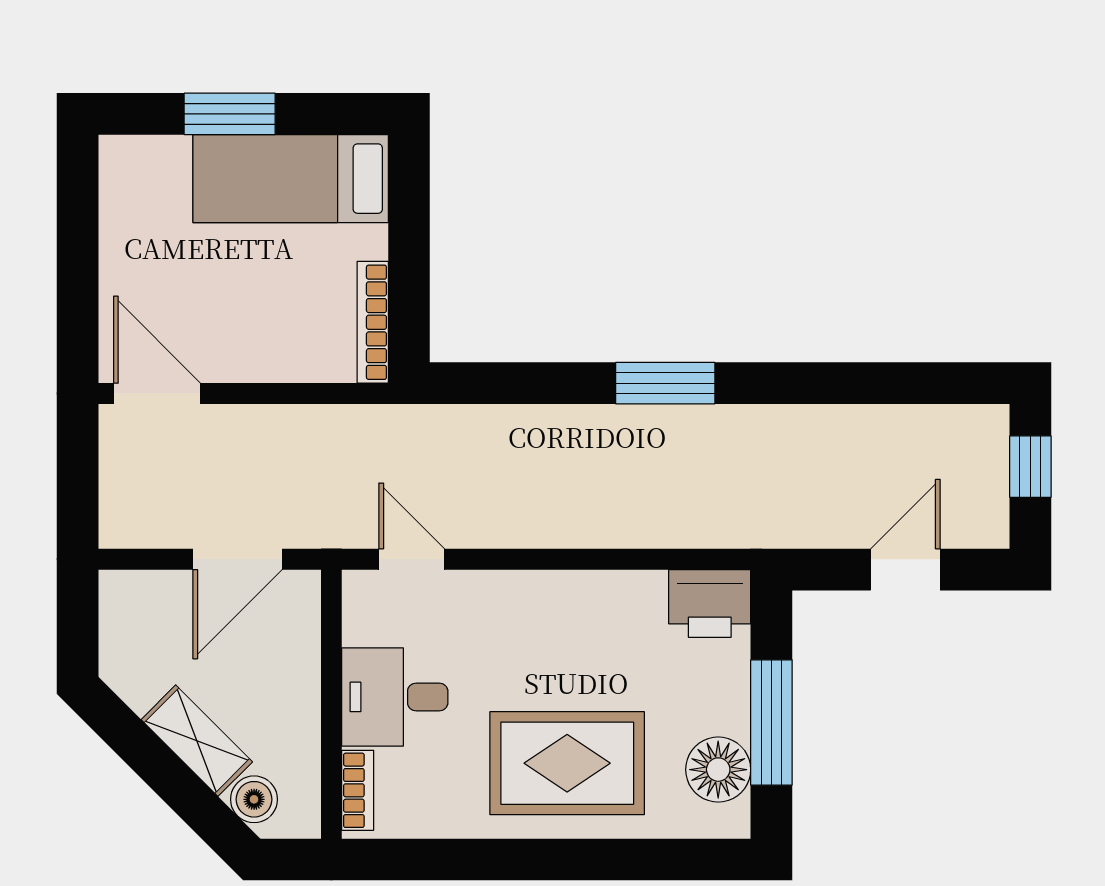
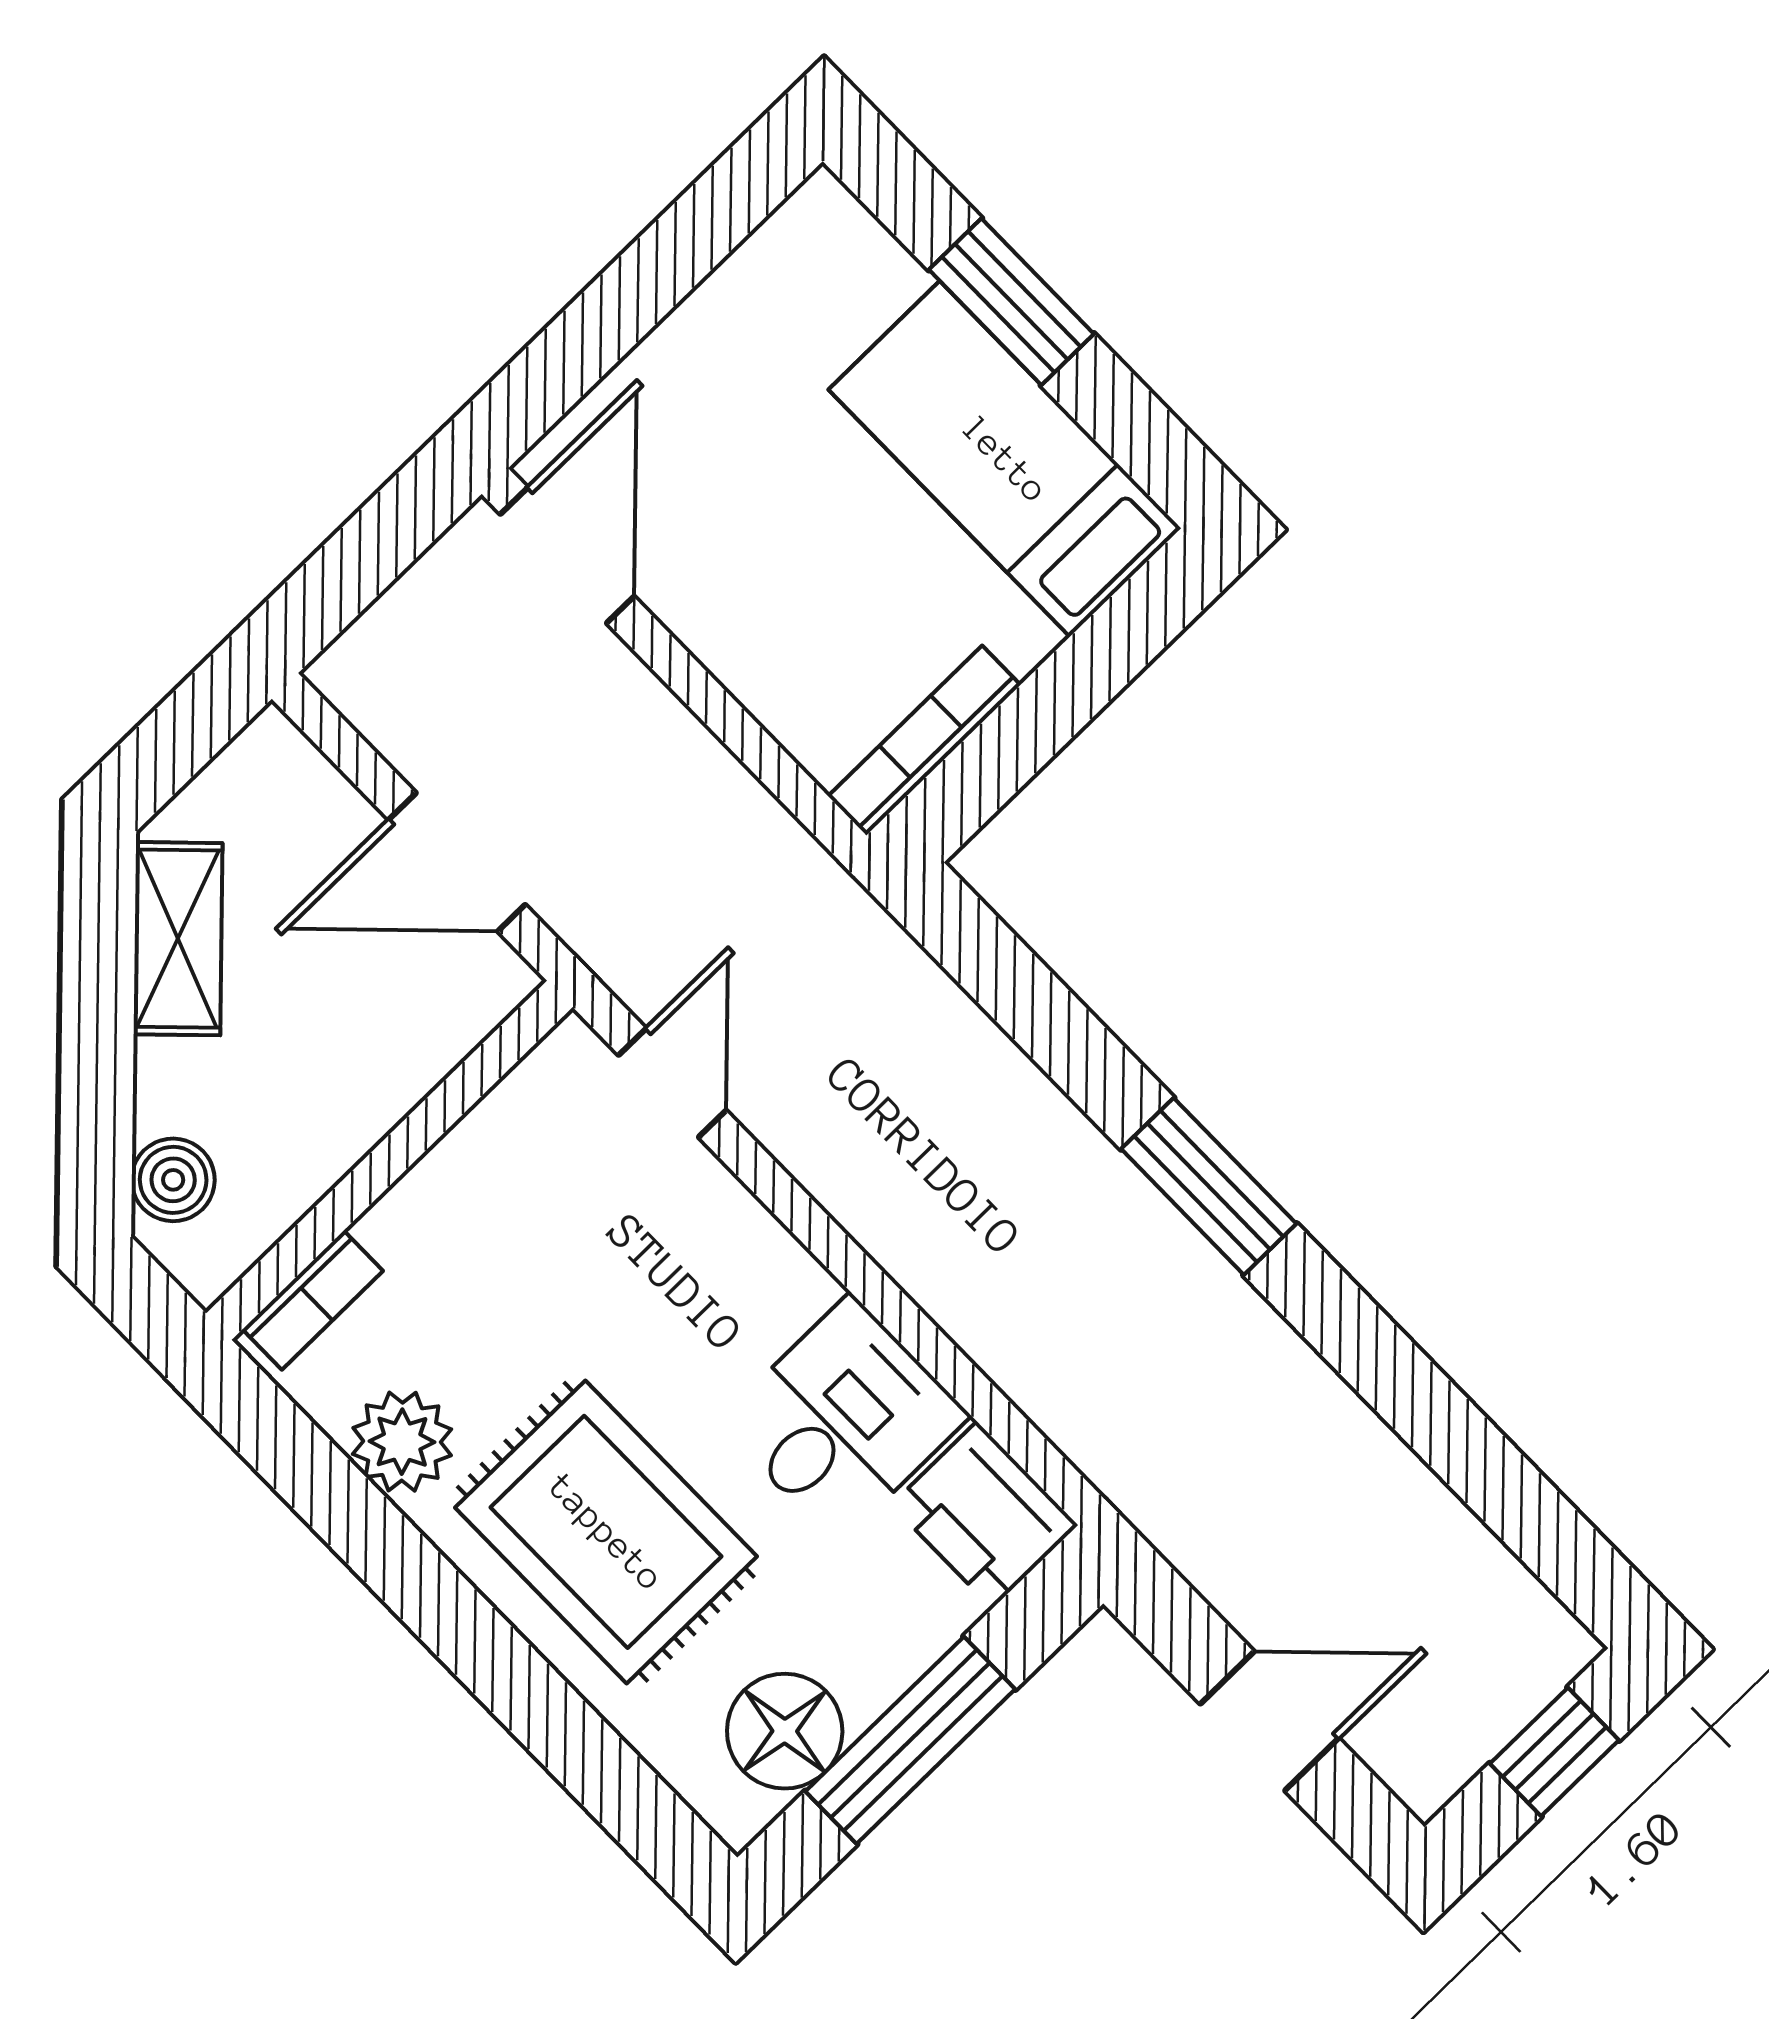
desk: (395, 697) -> (844, 1419), moved, turned 90
shelving: (197, 741) -> (178, 939), moved
plant: (450, 810) -> (402, 1442), added

